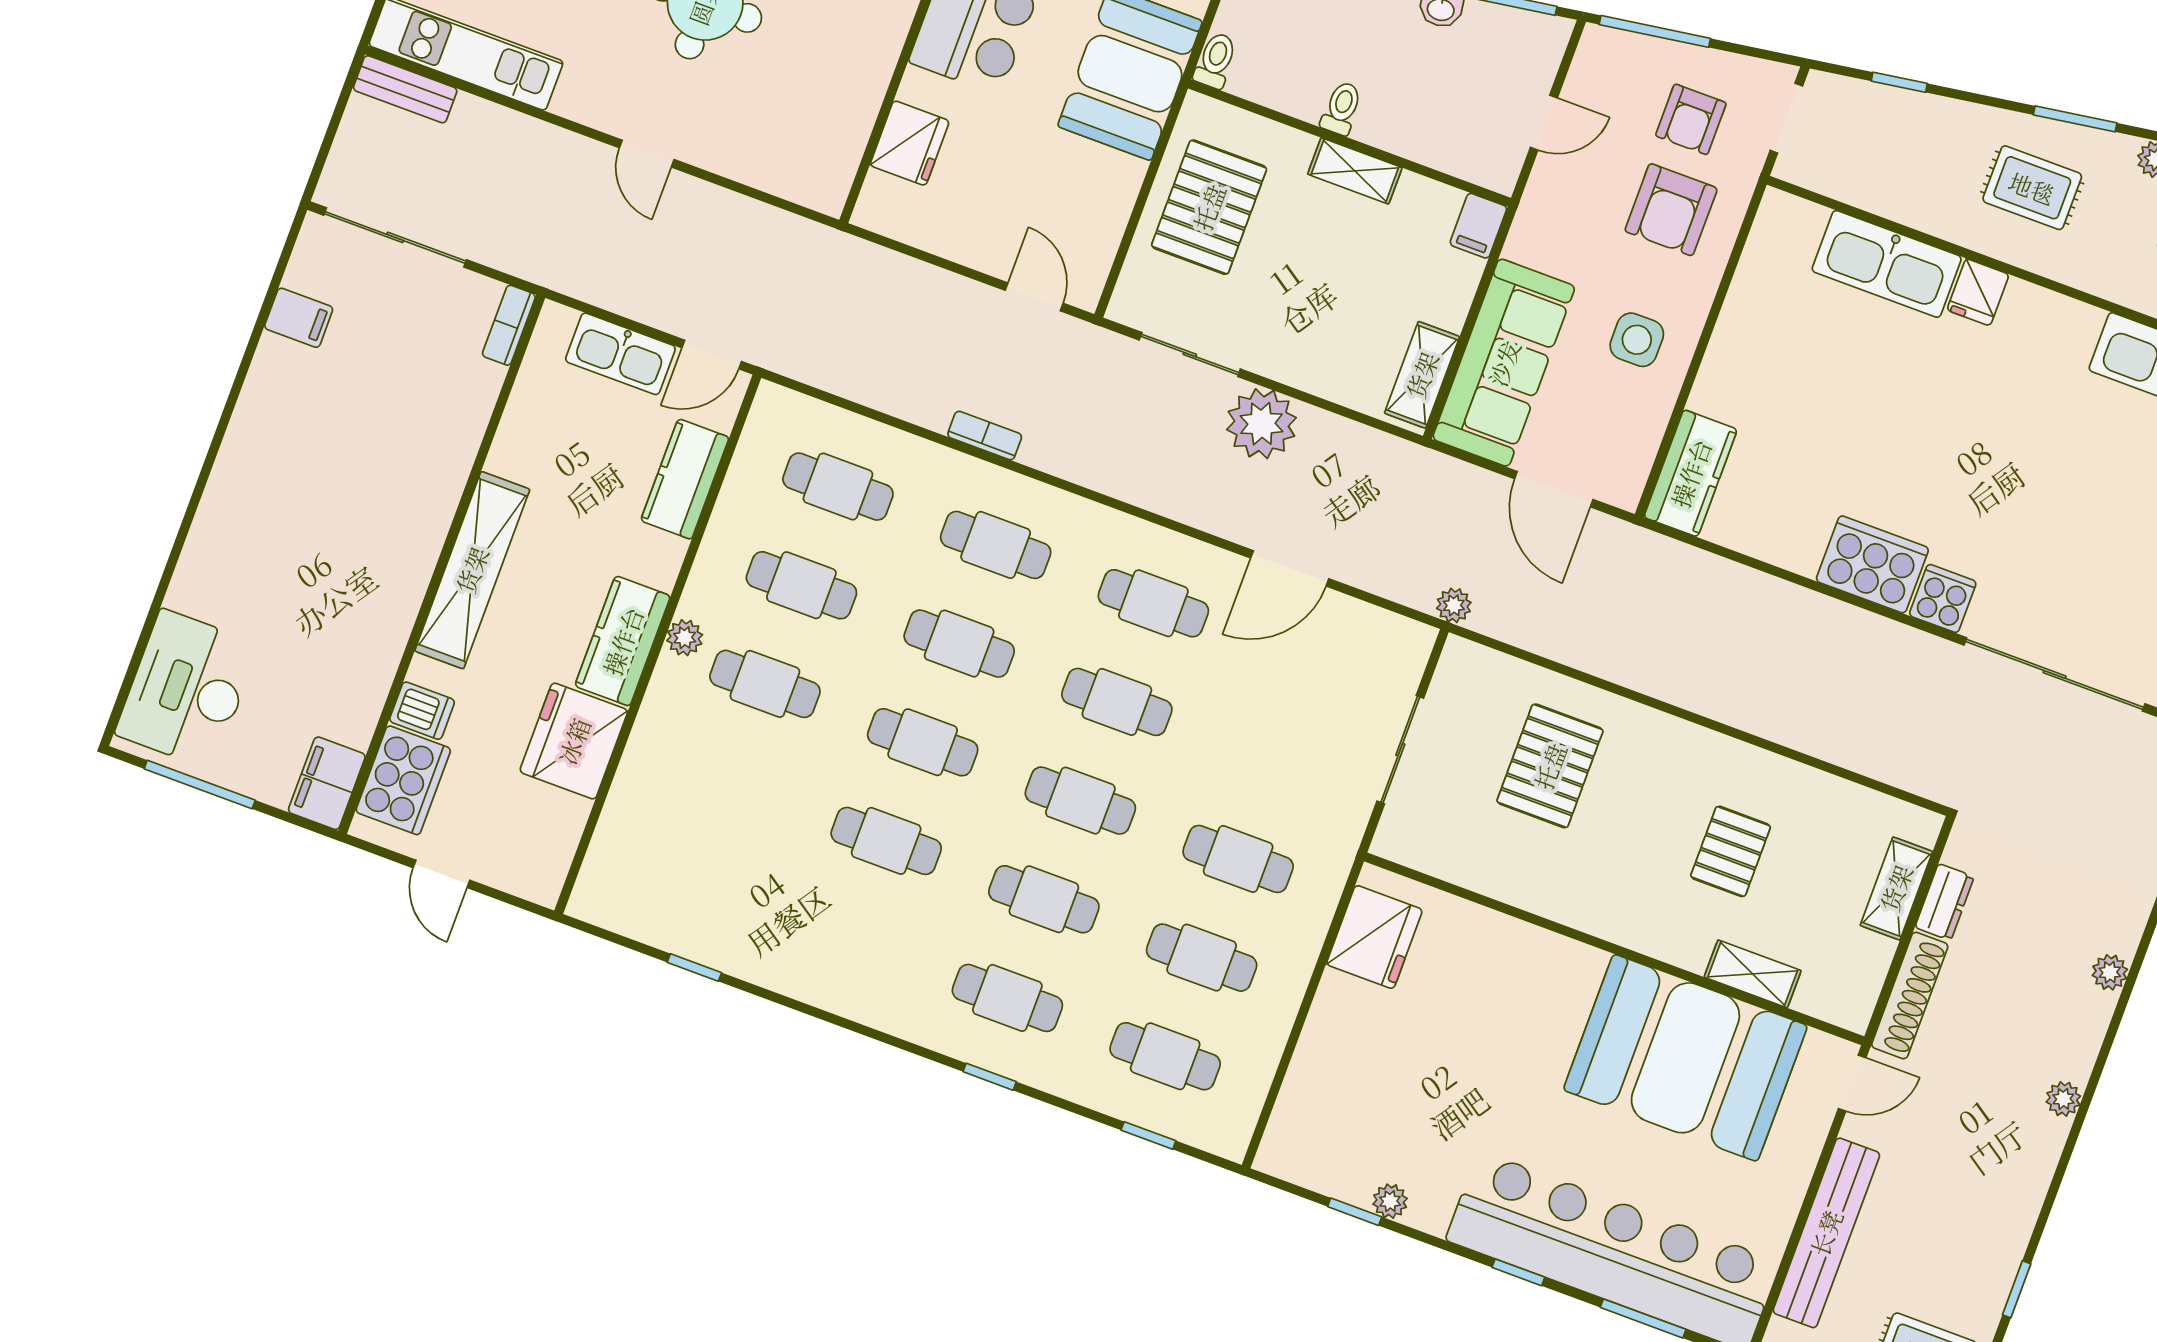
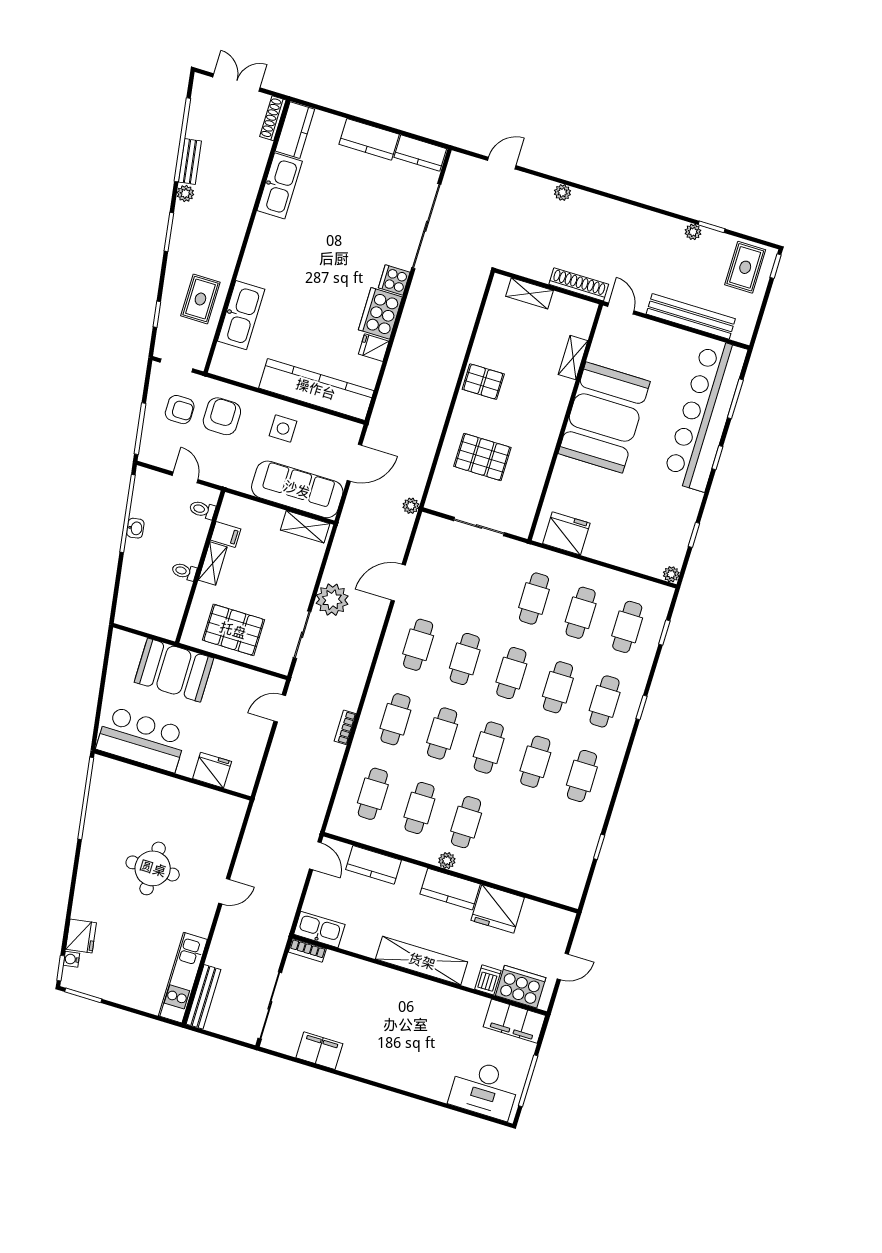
toilet: (1215, 61) -> (202, 510), moved
bench: (405, 89) -> (203, 997), width x1.36
rug: (2032, 188) -> (200, 299), moved
armchair: (1671, 210) -> (222, 416), turned -90
filing cabinet: (1478, 226) -> (226, 534), moved
fridge: (1978, 292) -> (374, 348), moved, turned 180
filing cabinet: (299, 318) -> (319, 1051), width x2.00
kitchen sink: (620, 354) -> (319, 929), moved, turned -90
kitchen counter: (1691, 473) -> (316, 389), width x2.08, depth x1.17
door: (1290, 568) -> (398, 583), swing flipped
filing cabinet: (327, 783) -> (514, 1021), width x1.50, depth x1.17
pallet: (1731, 851) -> (483, 382), moved
dresser: (1945, 902) -> (535, 271), removed
cafe table: (850, 940) -> (582, 776), added
booth: (1685, 1058) -> (604, 418), moved
plant: (2063, 1099) -> (693, 232), moved
plant: (1390, 1201) -> (671, 574), moved

